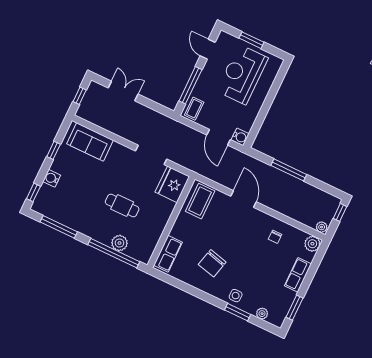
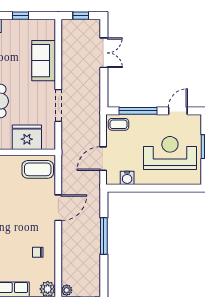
water cooler: (240, 137) -> (127, 178), moved
sofa: (90, 142) -> (44, 61), moved
fridge: (172, 184) -> (27, 137), moved

